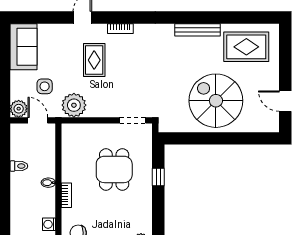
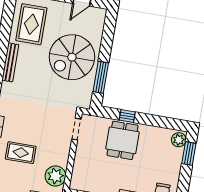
window: (198, 138) -> (101, 77), added
dining table: (114, 169) -> (122, 140), moved, turned 90

